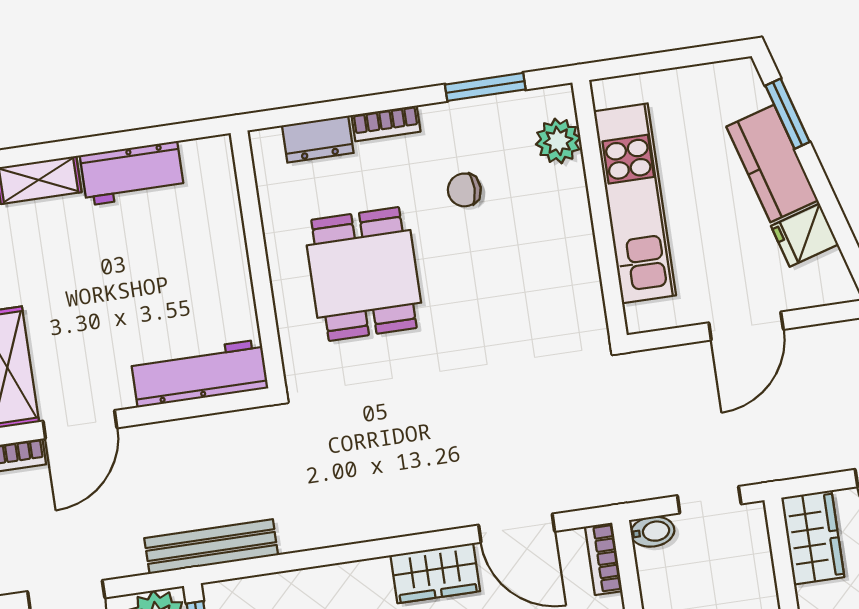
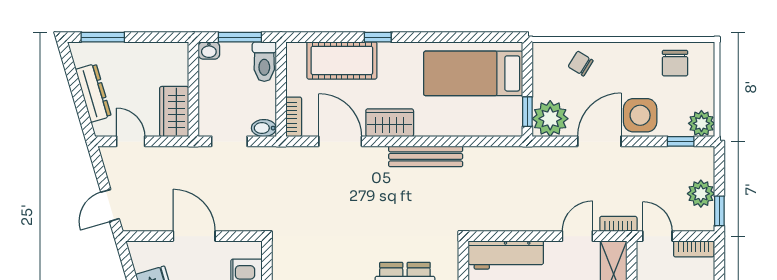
door: (746, 326) -> (194, 236), hinge flipped
door: (80, 424) -> (577, 236), width x0.73
bench: (211, 547) -> (426, 156), moved

